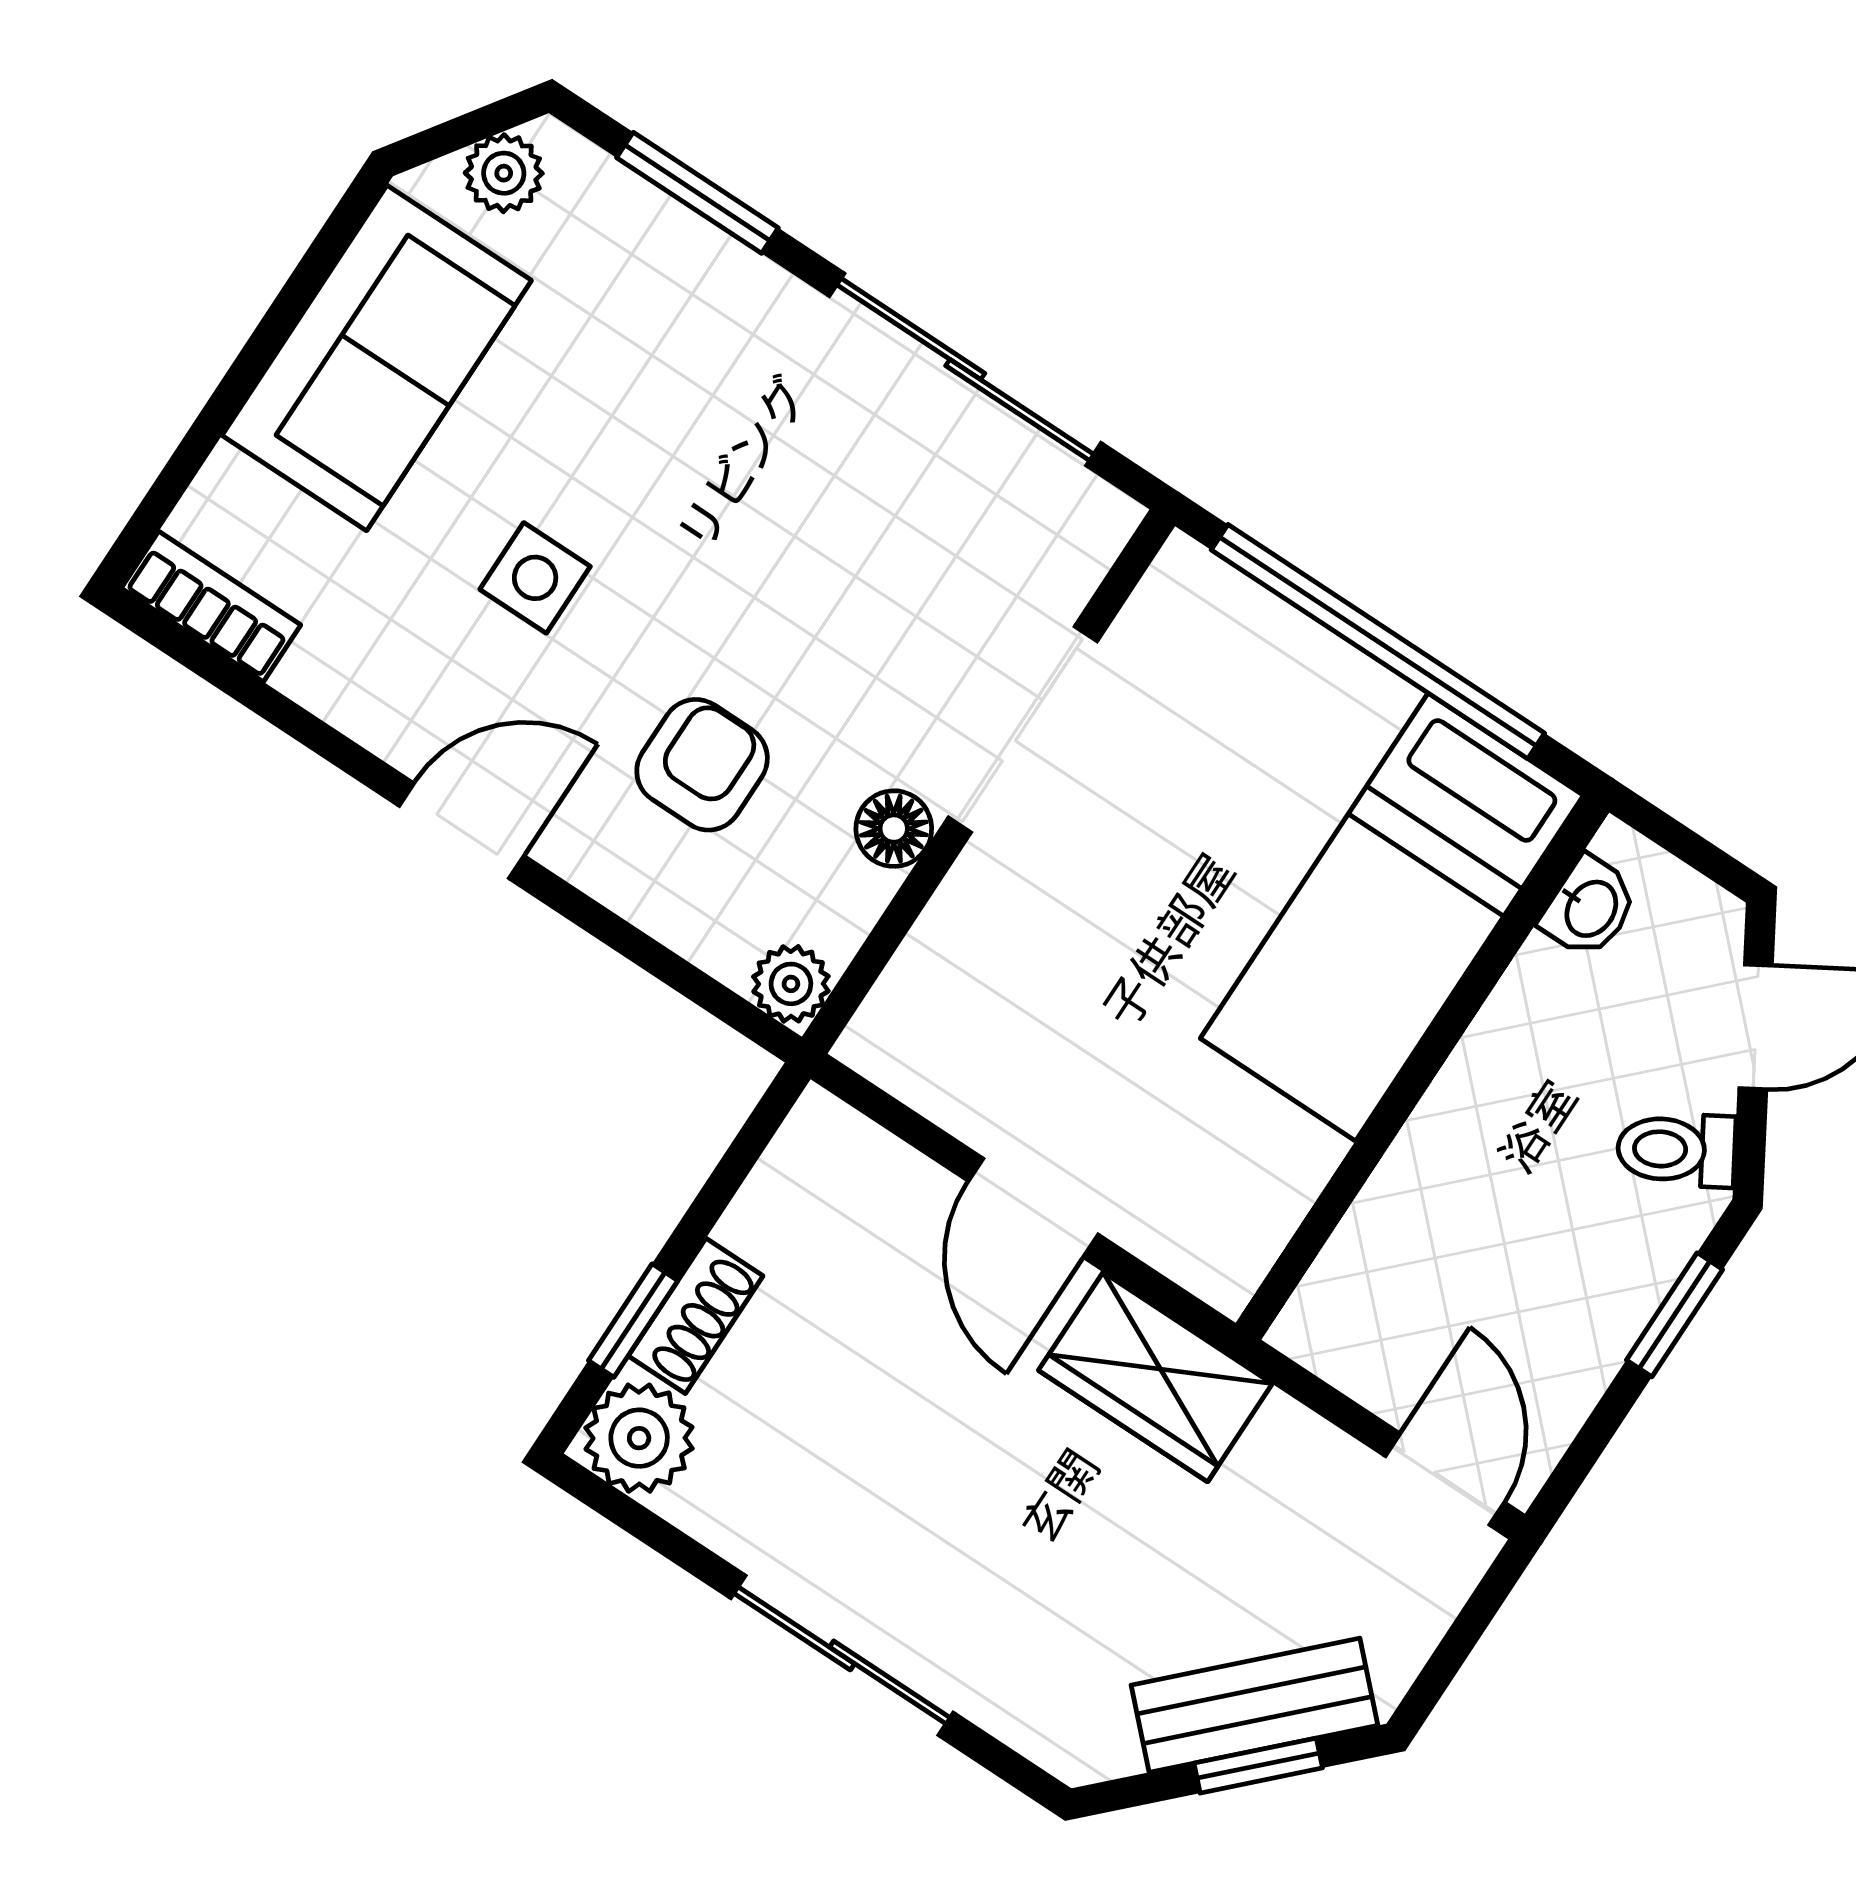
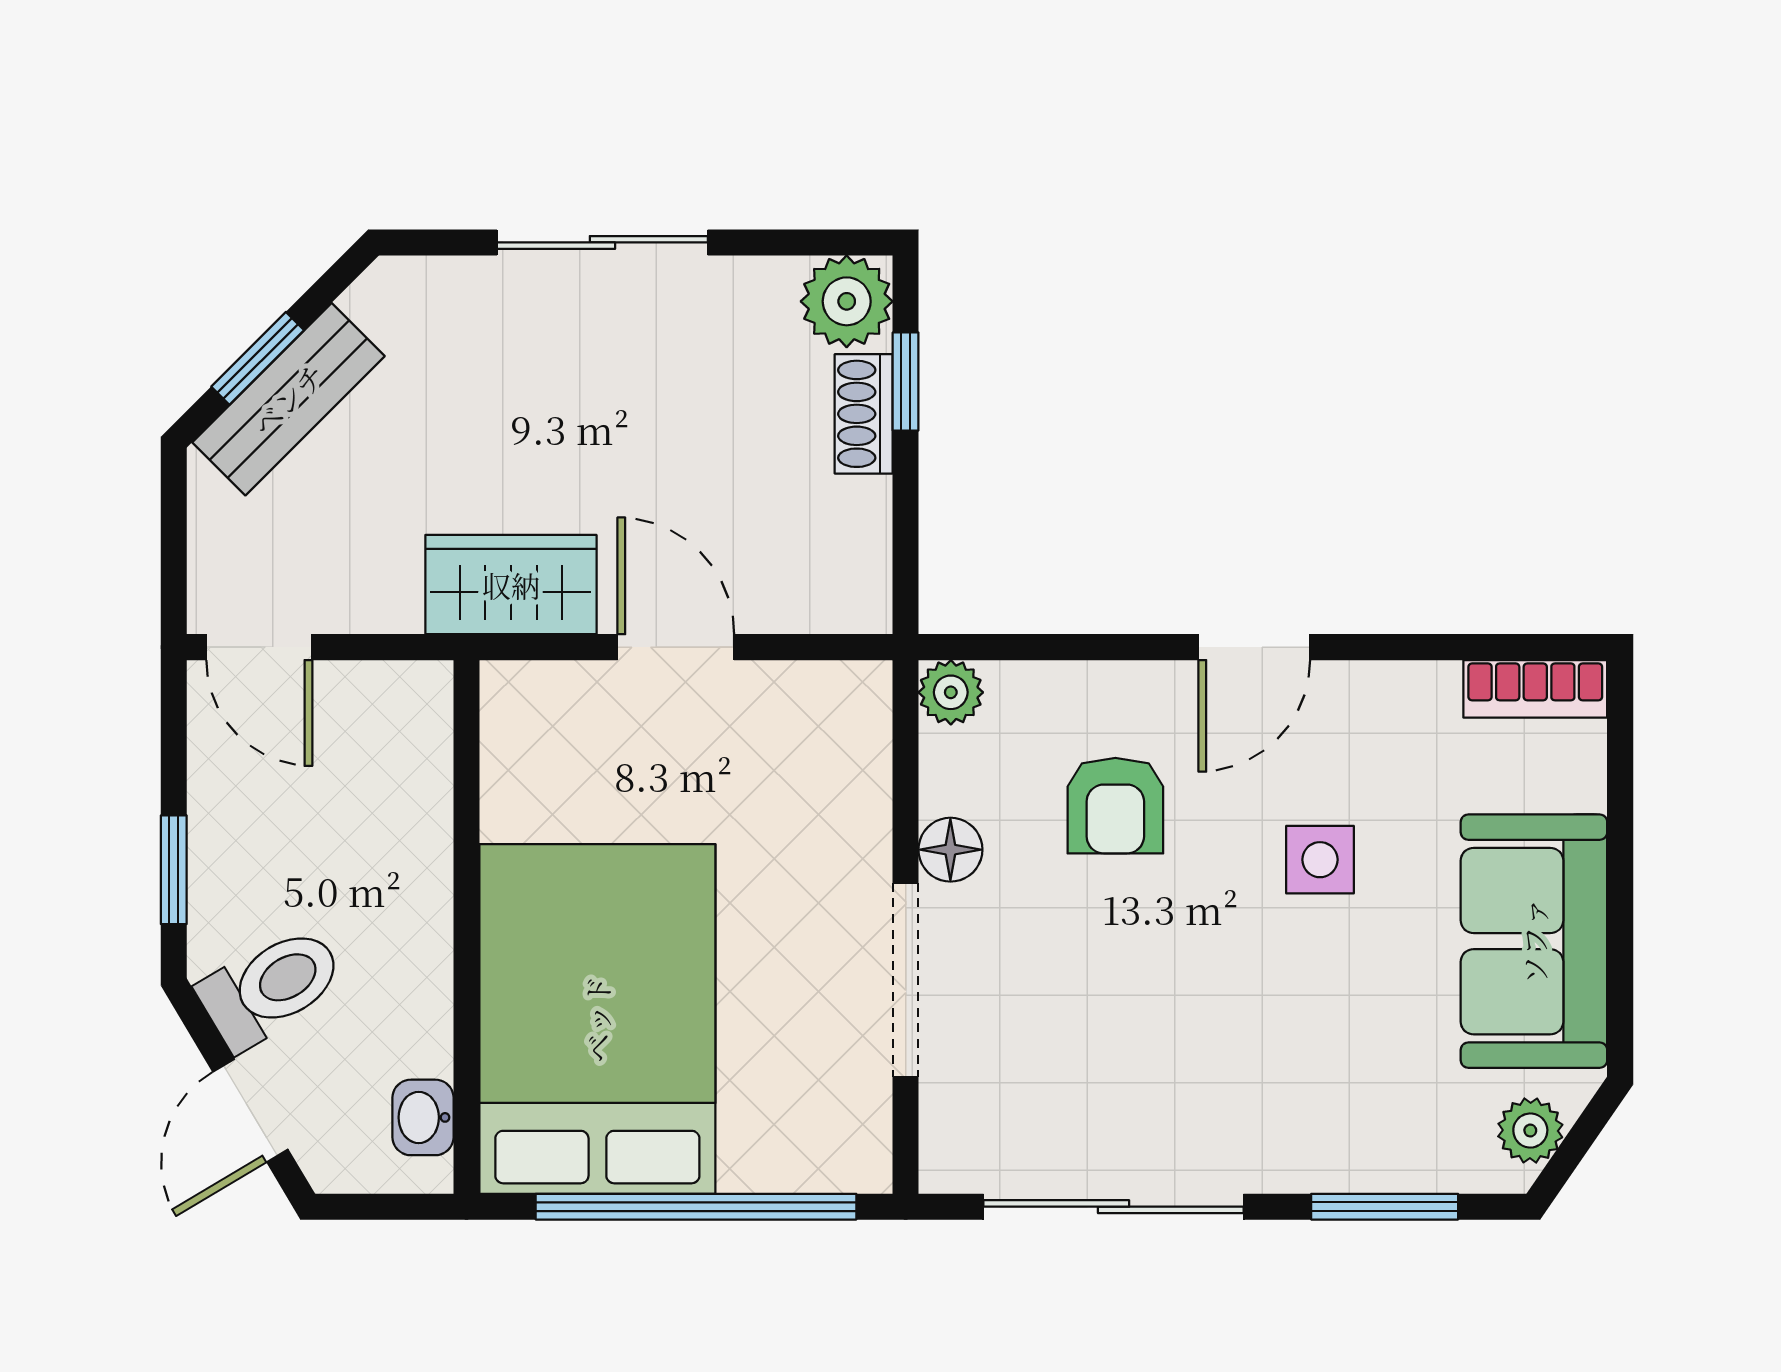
bed: (1392, 917) -> (597, 1019), width x1.50
toilet: (1676, 1150) -> (271, 987), width x1.37, depth x1.39

